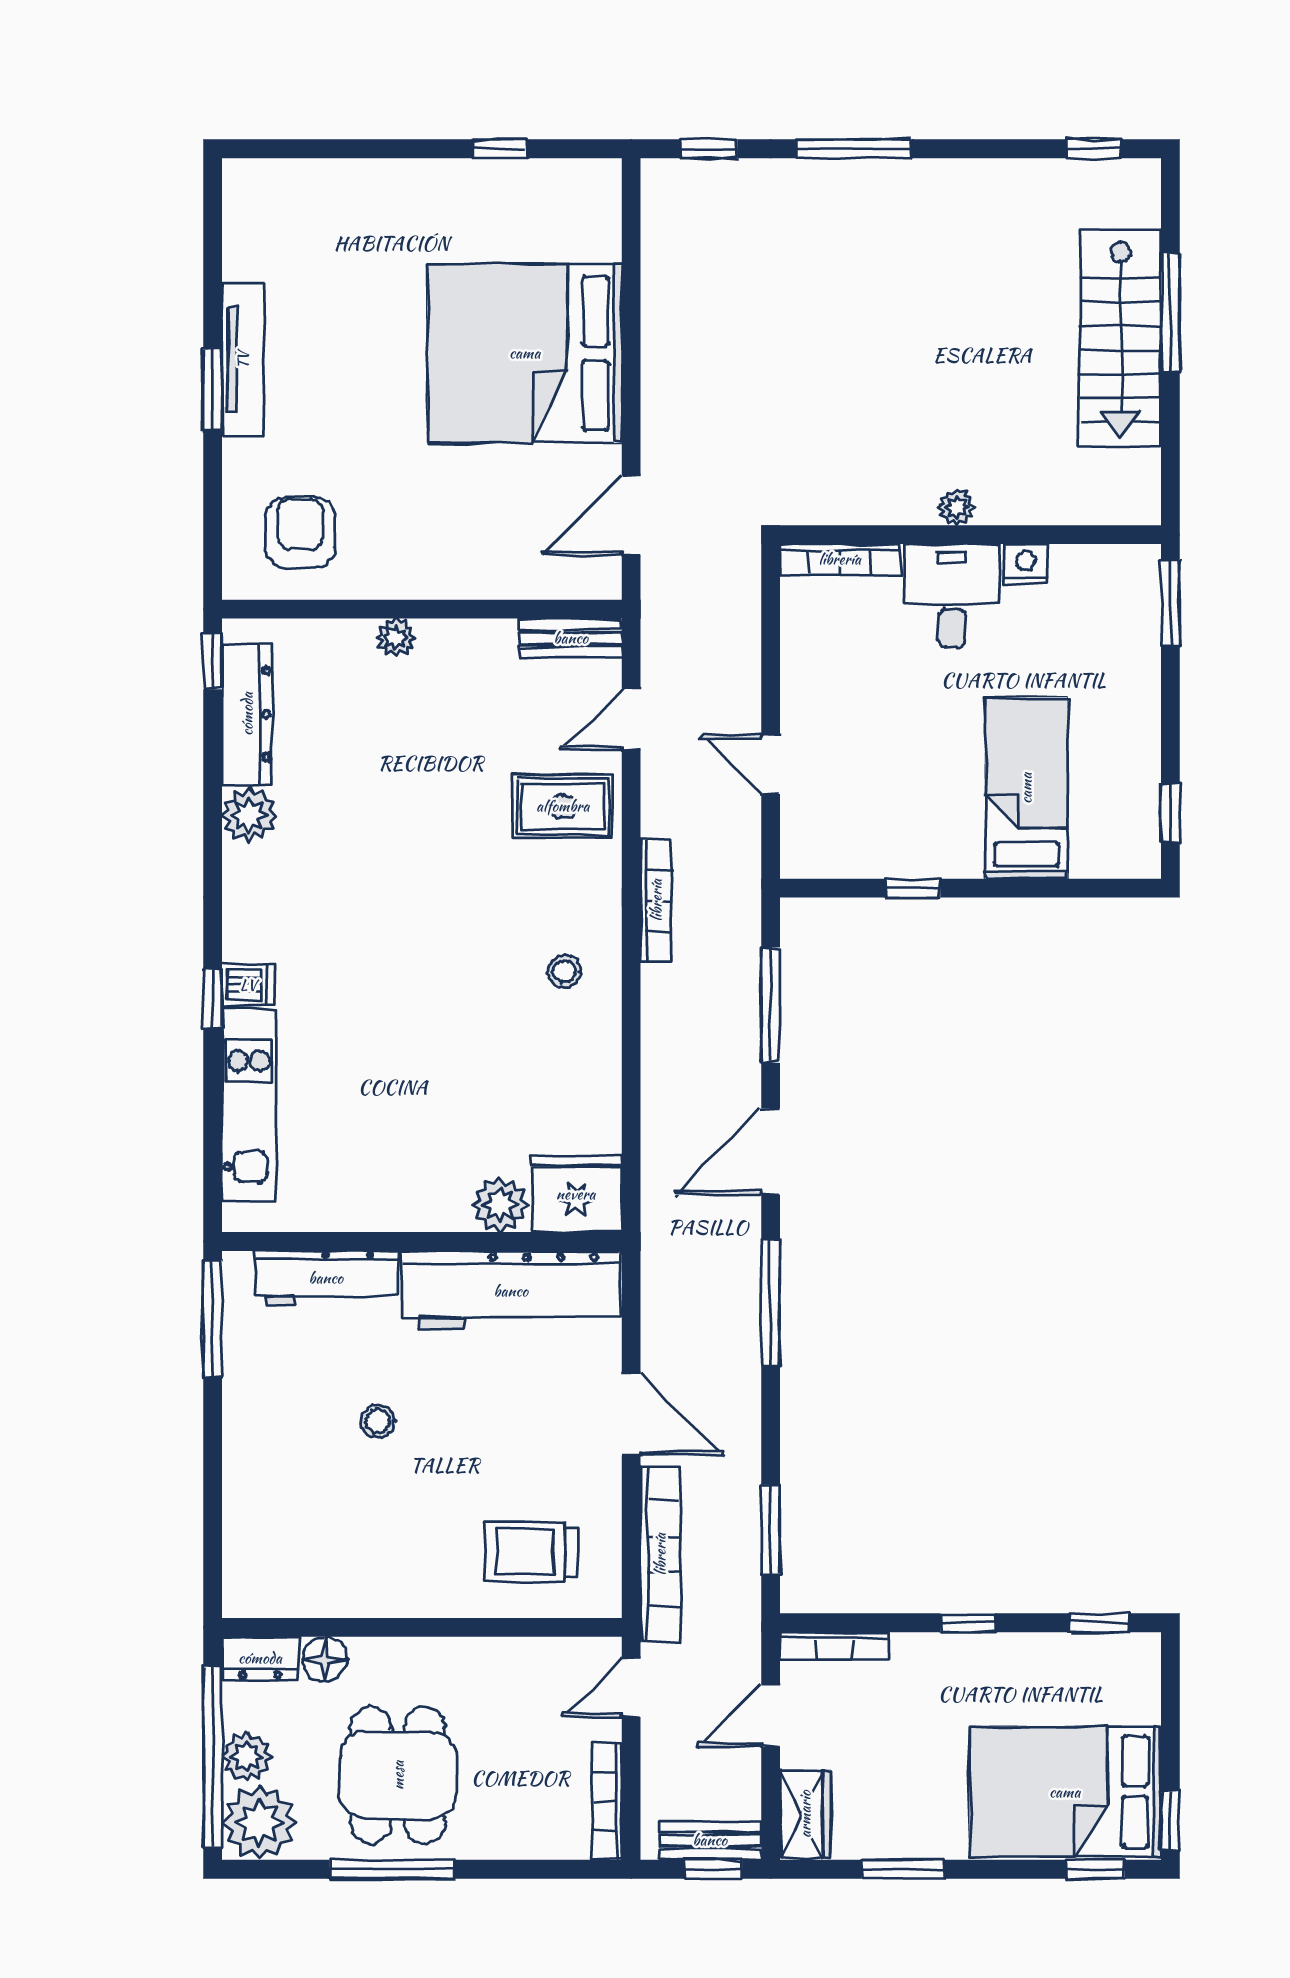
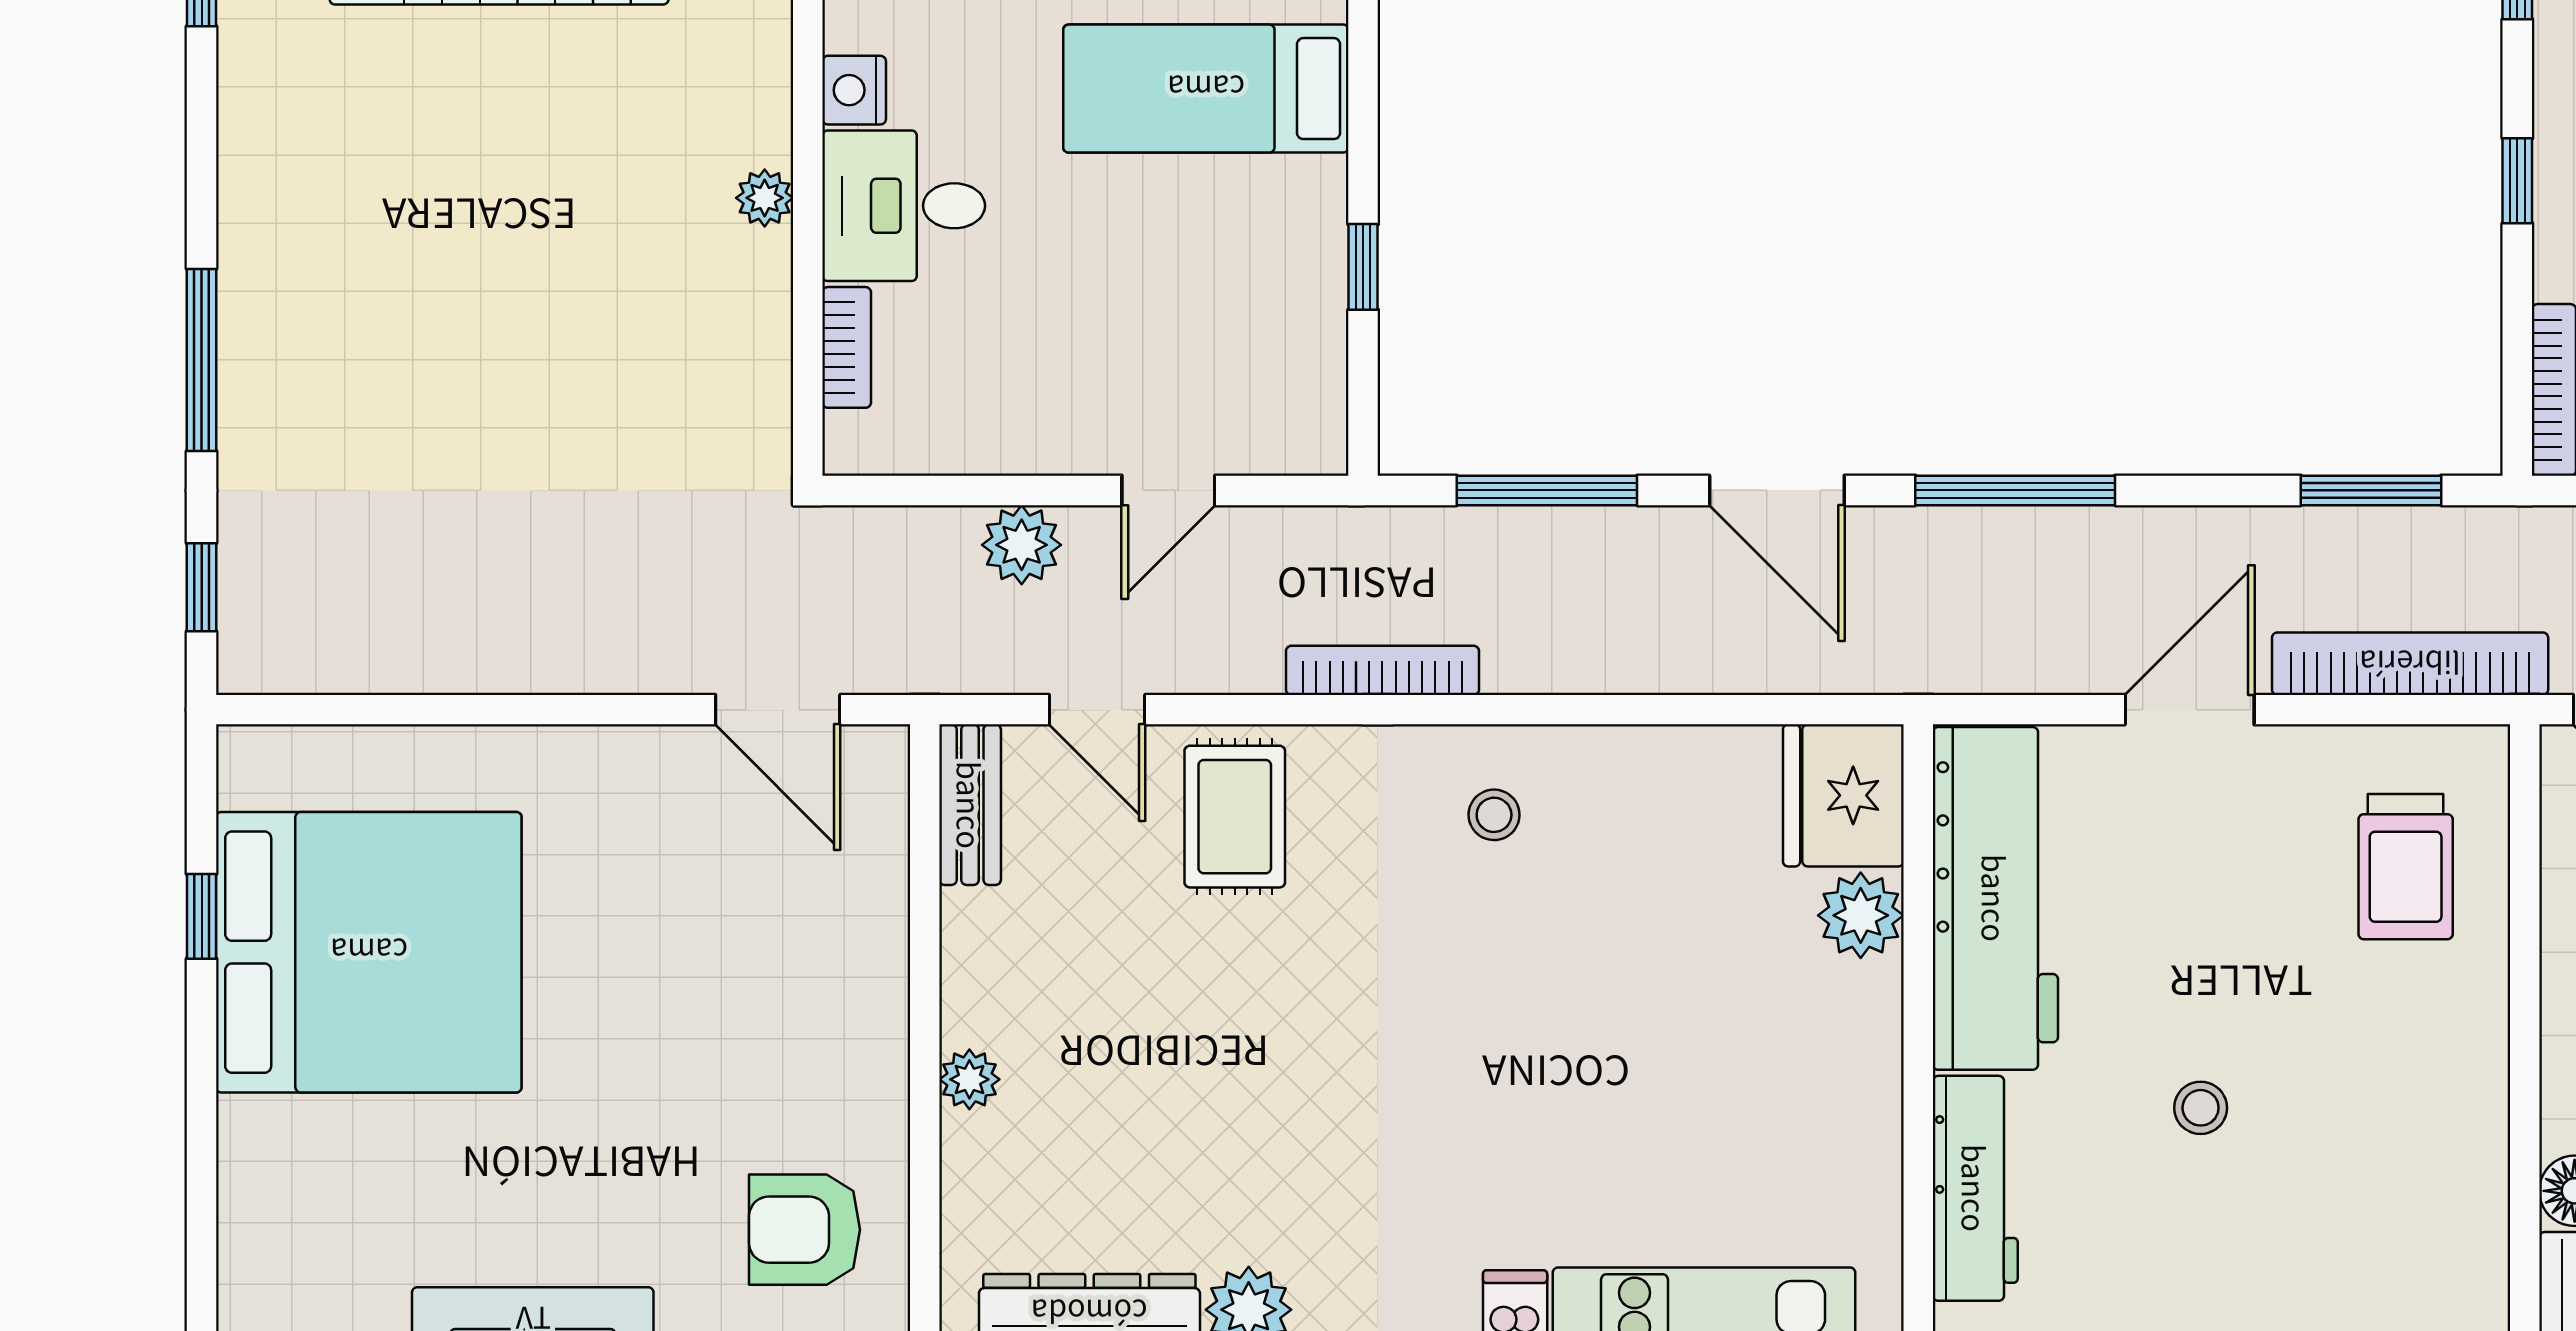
bed: (525, 353) -> (369, 952), moved, turned -90
bookcase: (840, 559) -> (847, 347), width x0.64
plant: (736, 671) -> (1022, 545), added

